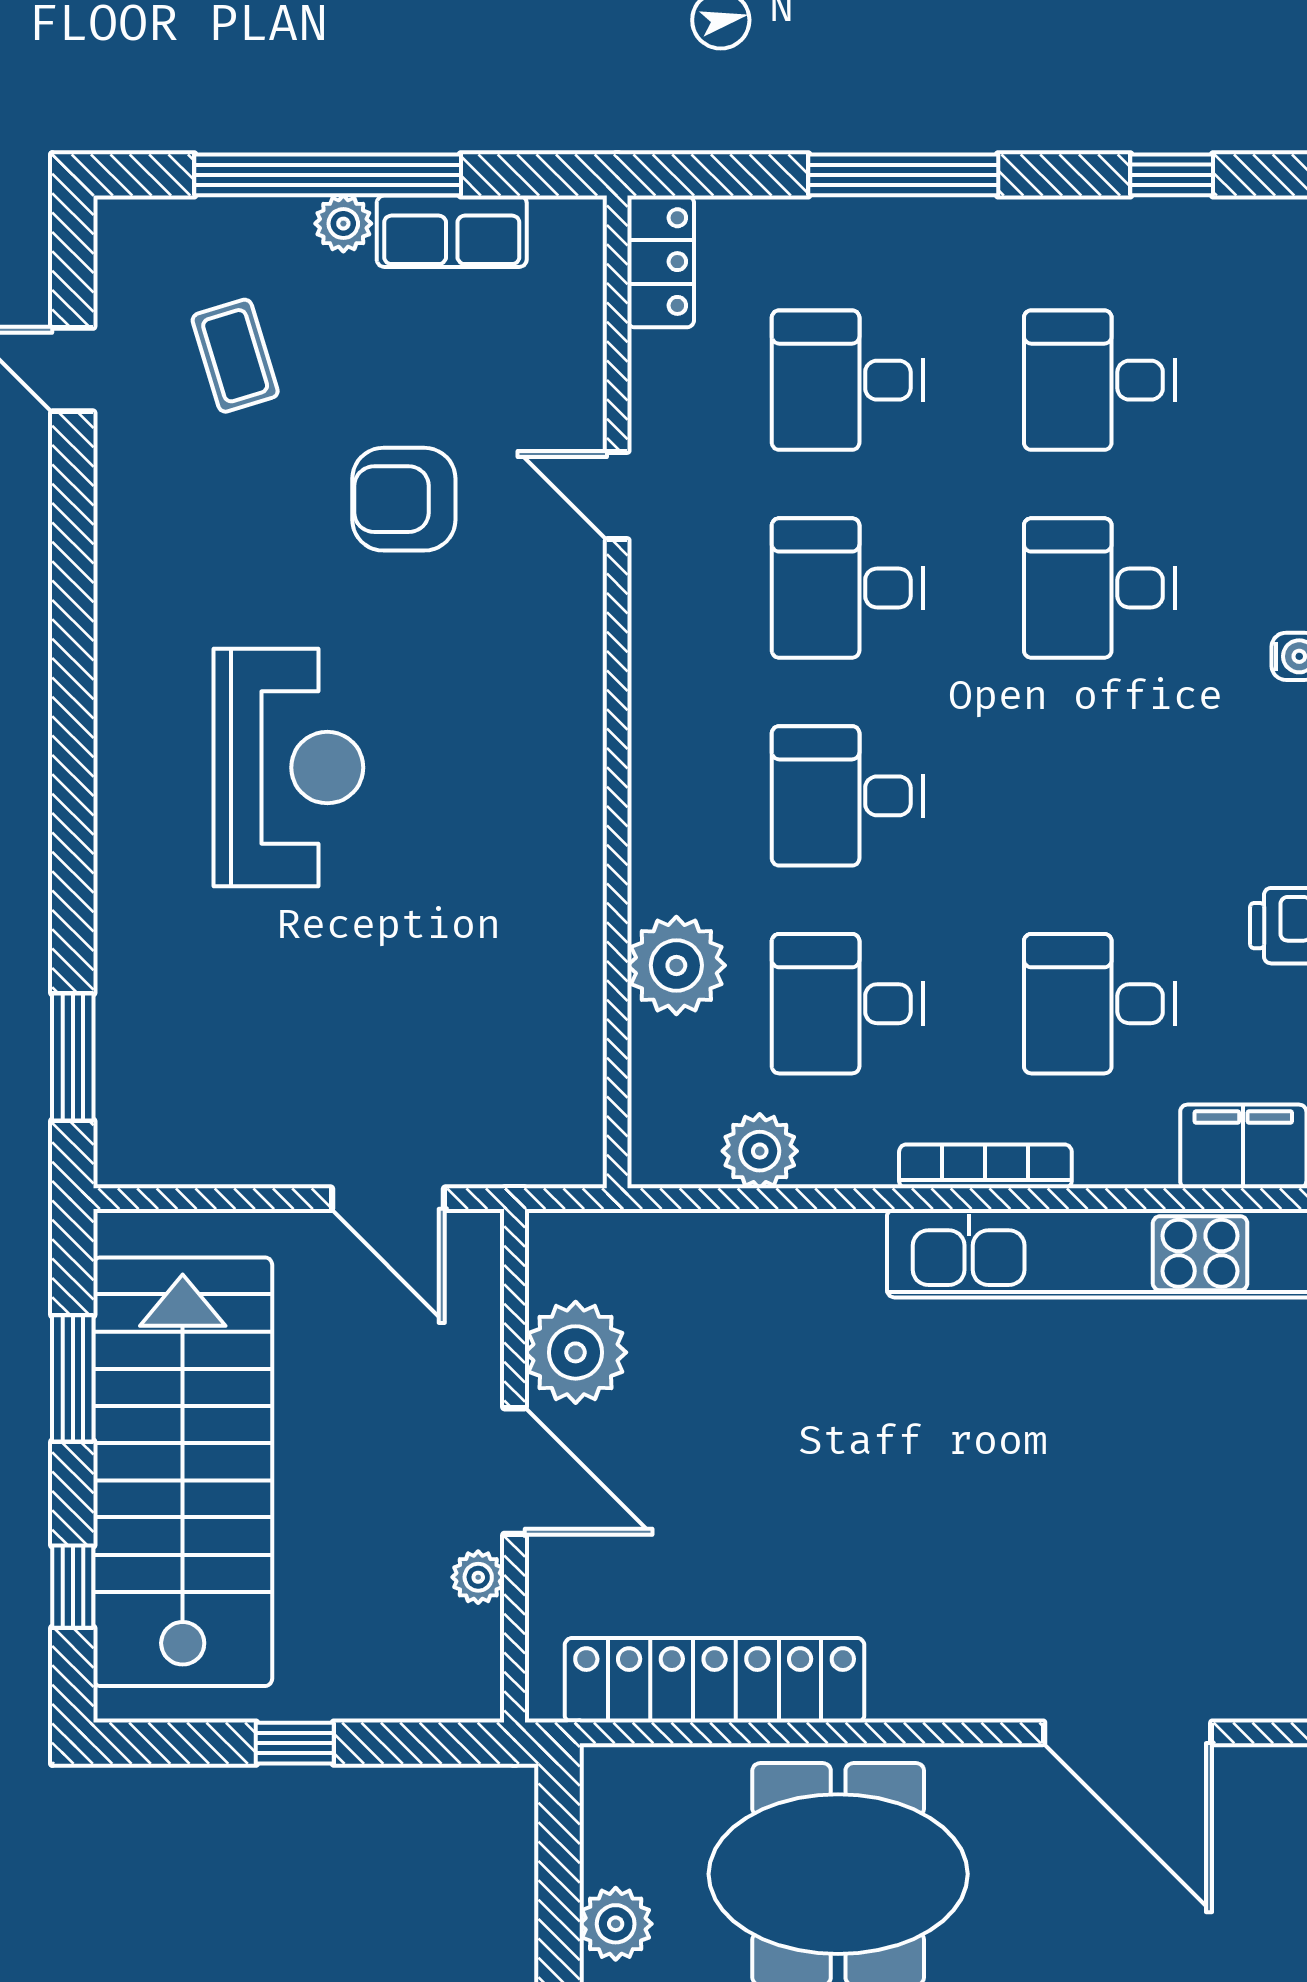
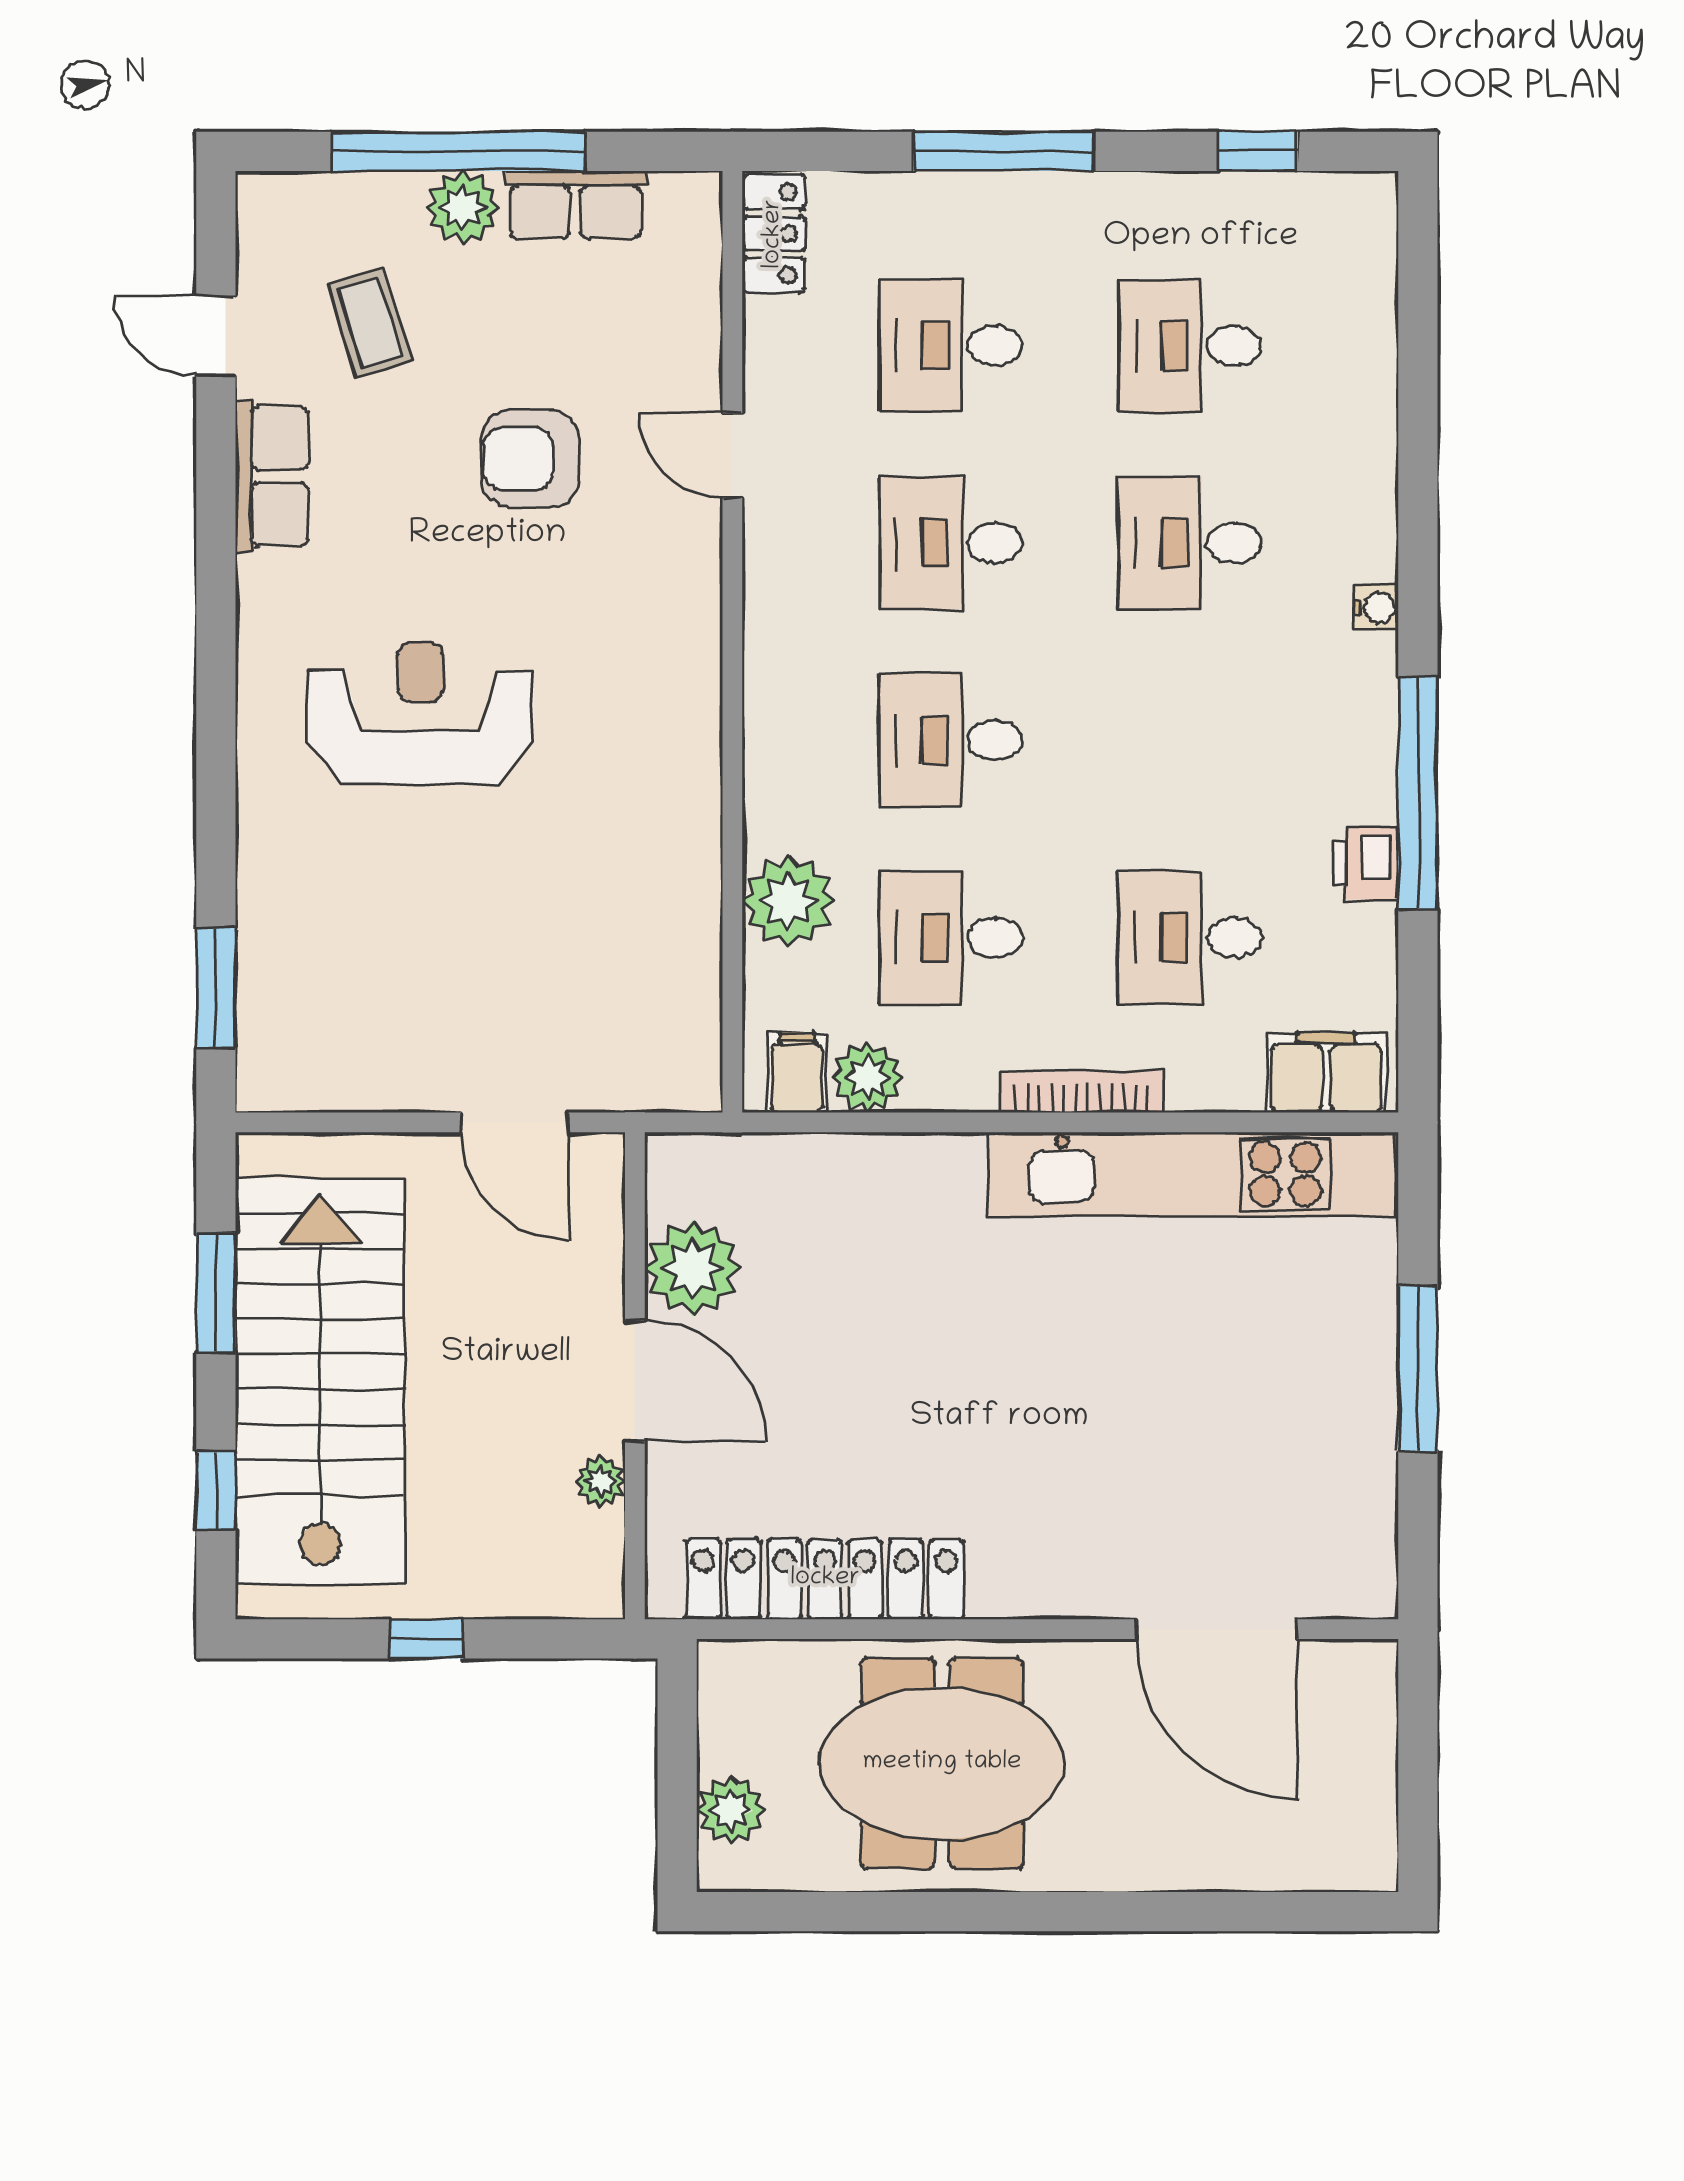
plant: (343, 224) -> (463, 207), width x1.38, depth x1.38
row of seats: (132, 517) -> (272, 476), added
reception desk: (288, 768) -> (420, 713), turned -90
filing cabinet: (685, 1146) -> (797, 1073), added

